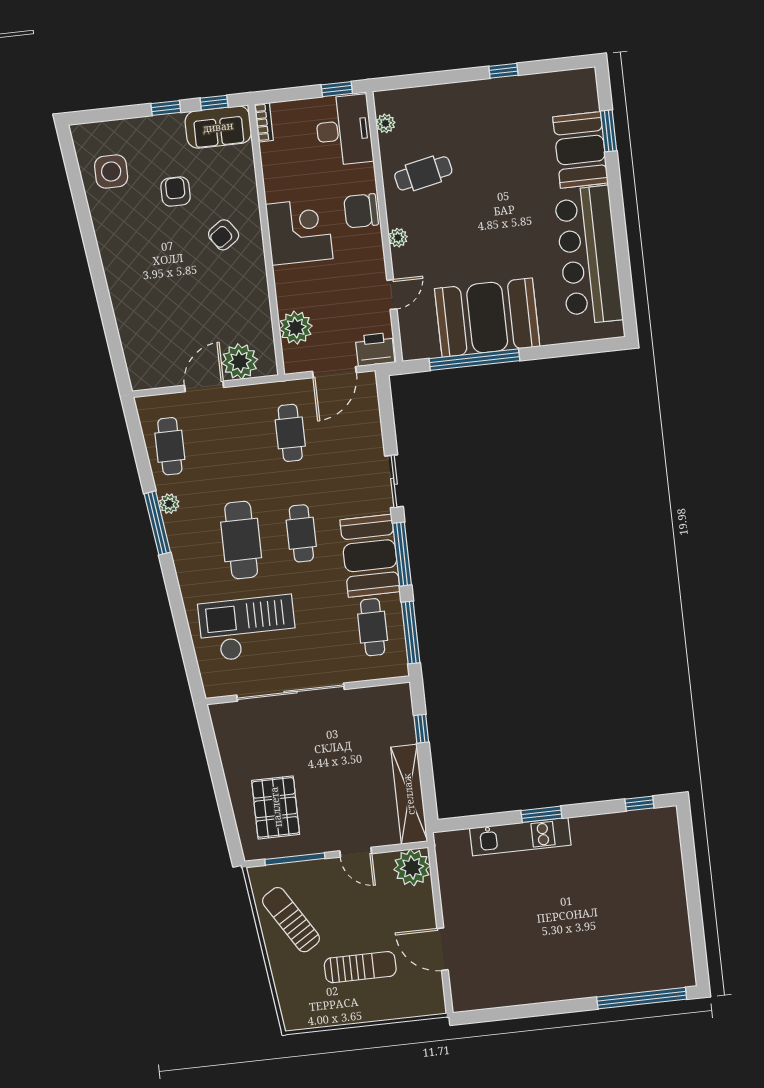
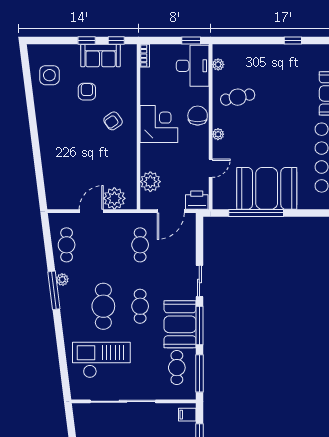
sofa: (218, 127) -> (101, 56), moved
chair: (361, 211) -> (198, 116), turned 90
filing cabinet: (398, 702) -> (187, 415), added

